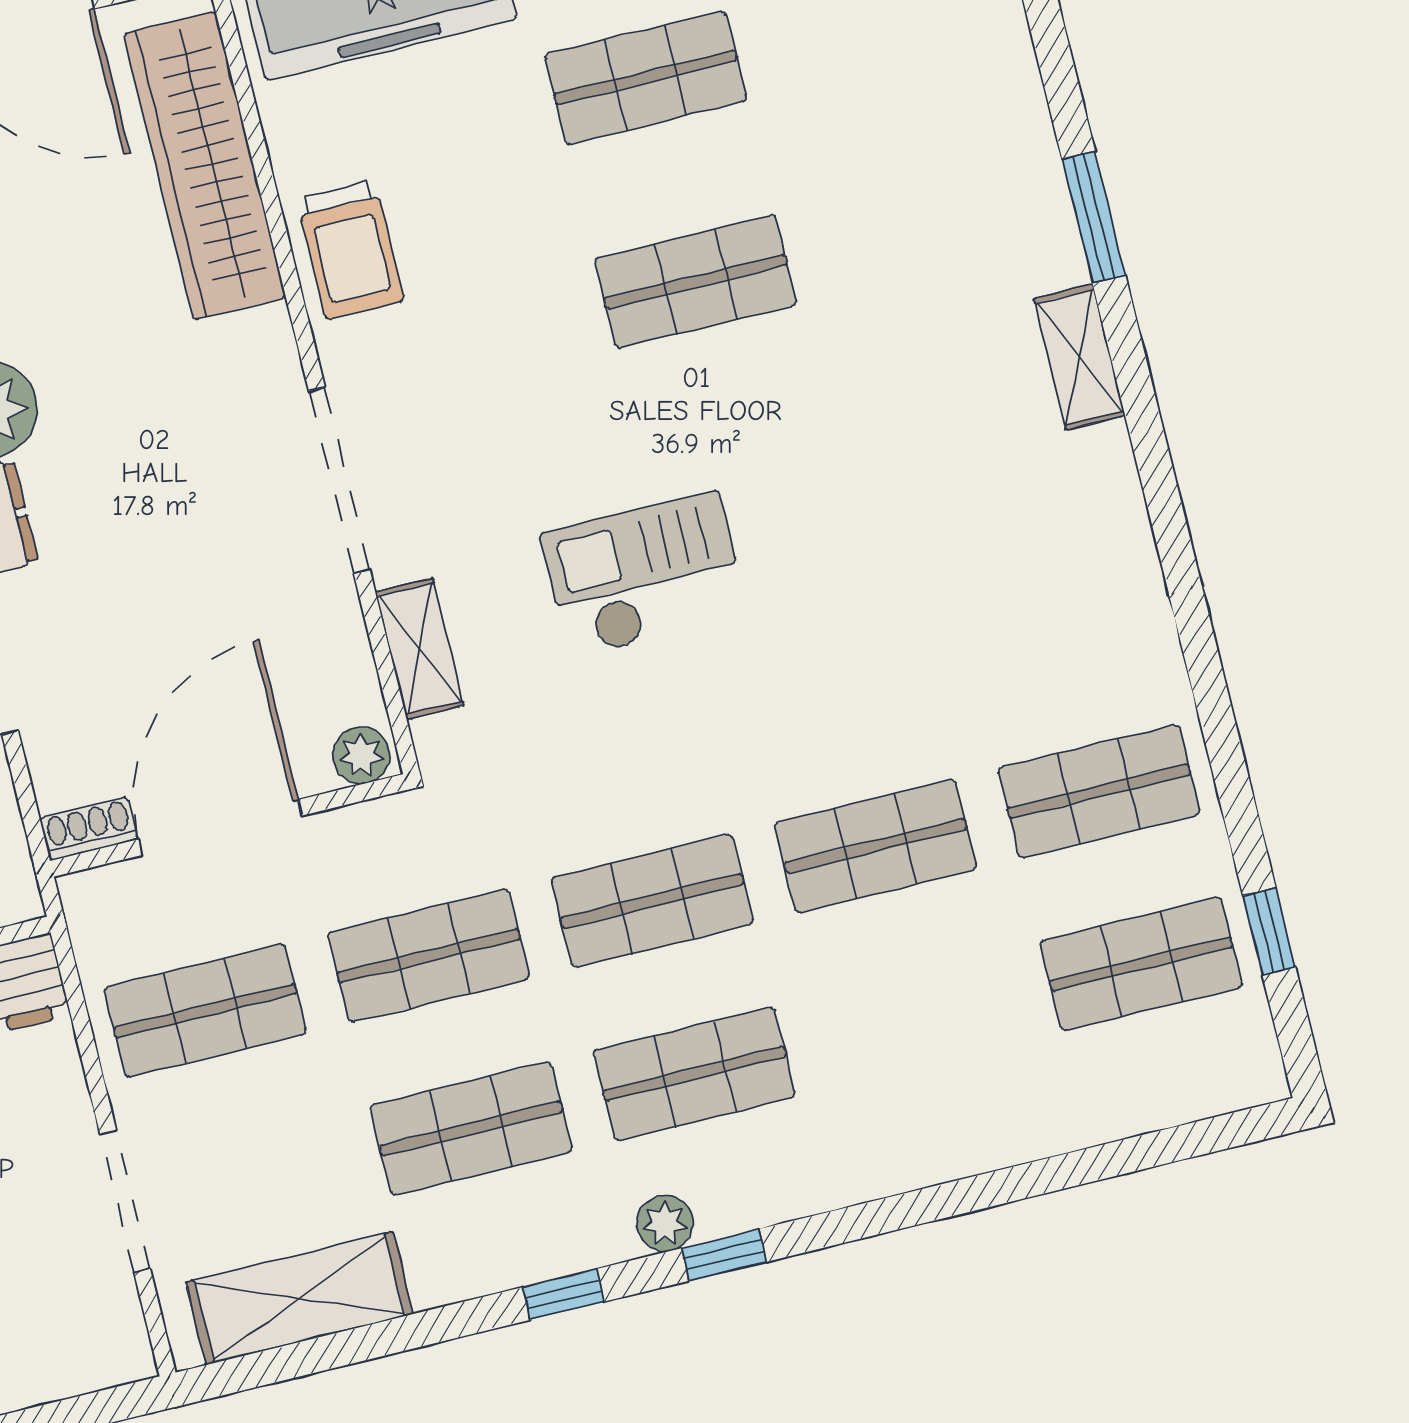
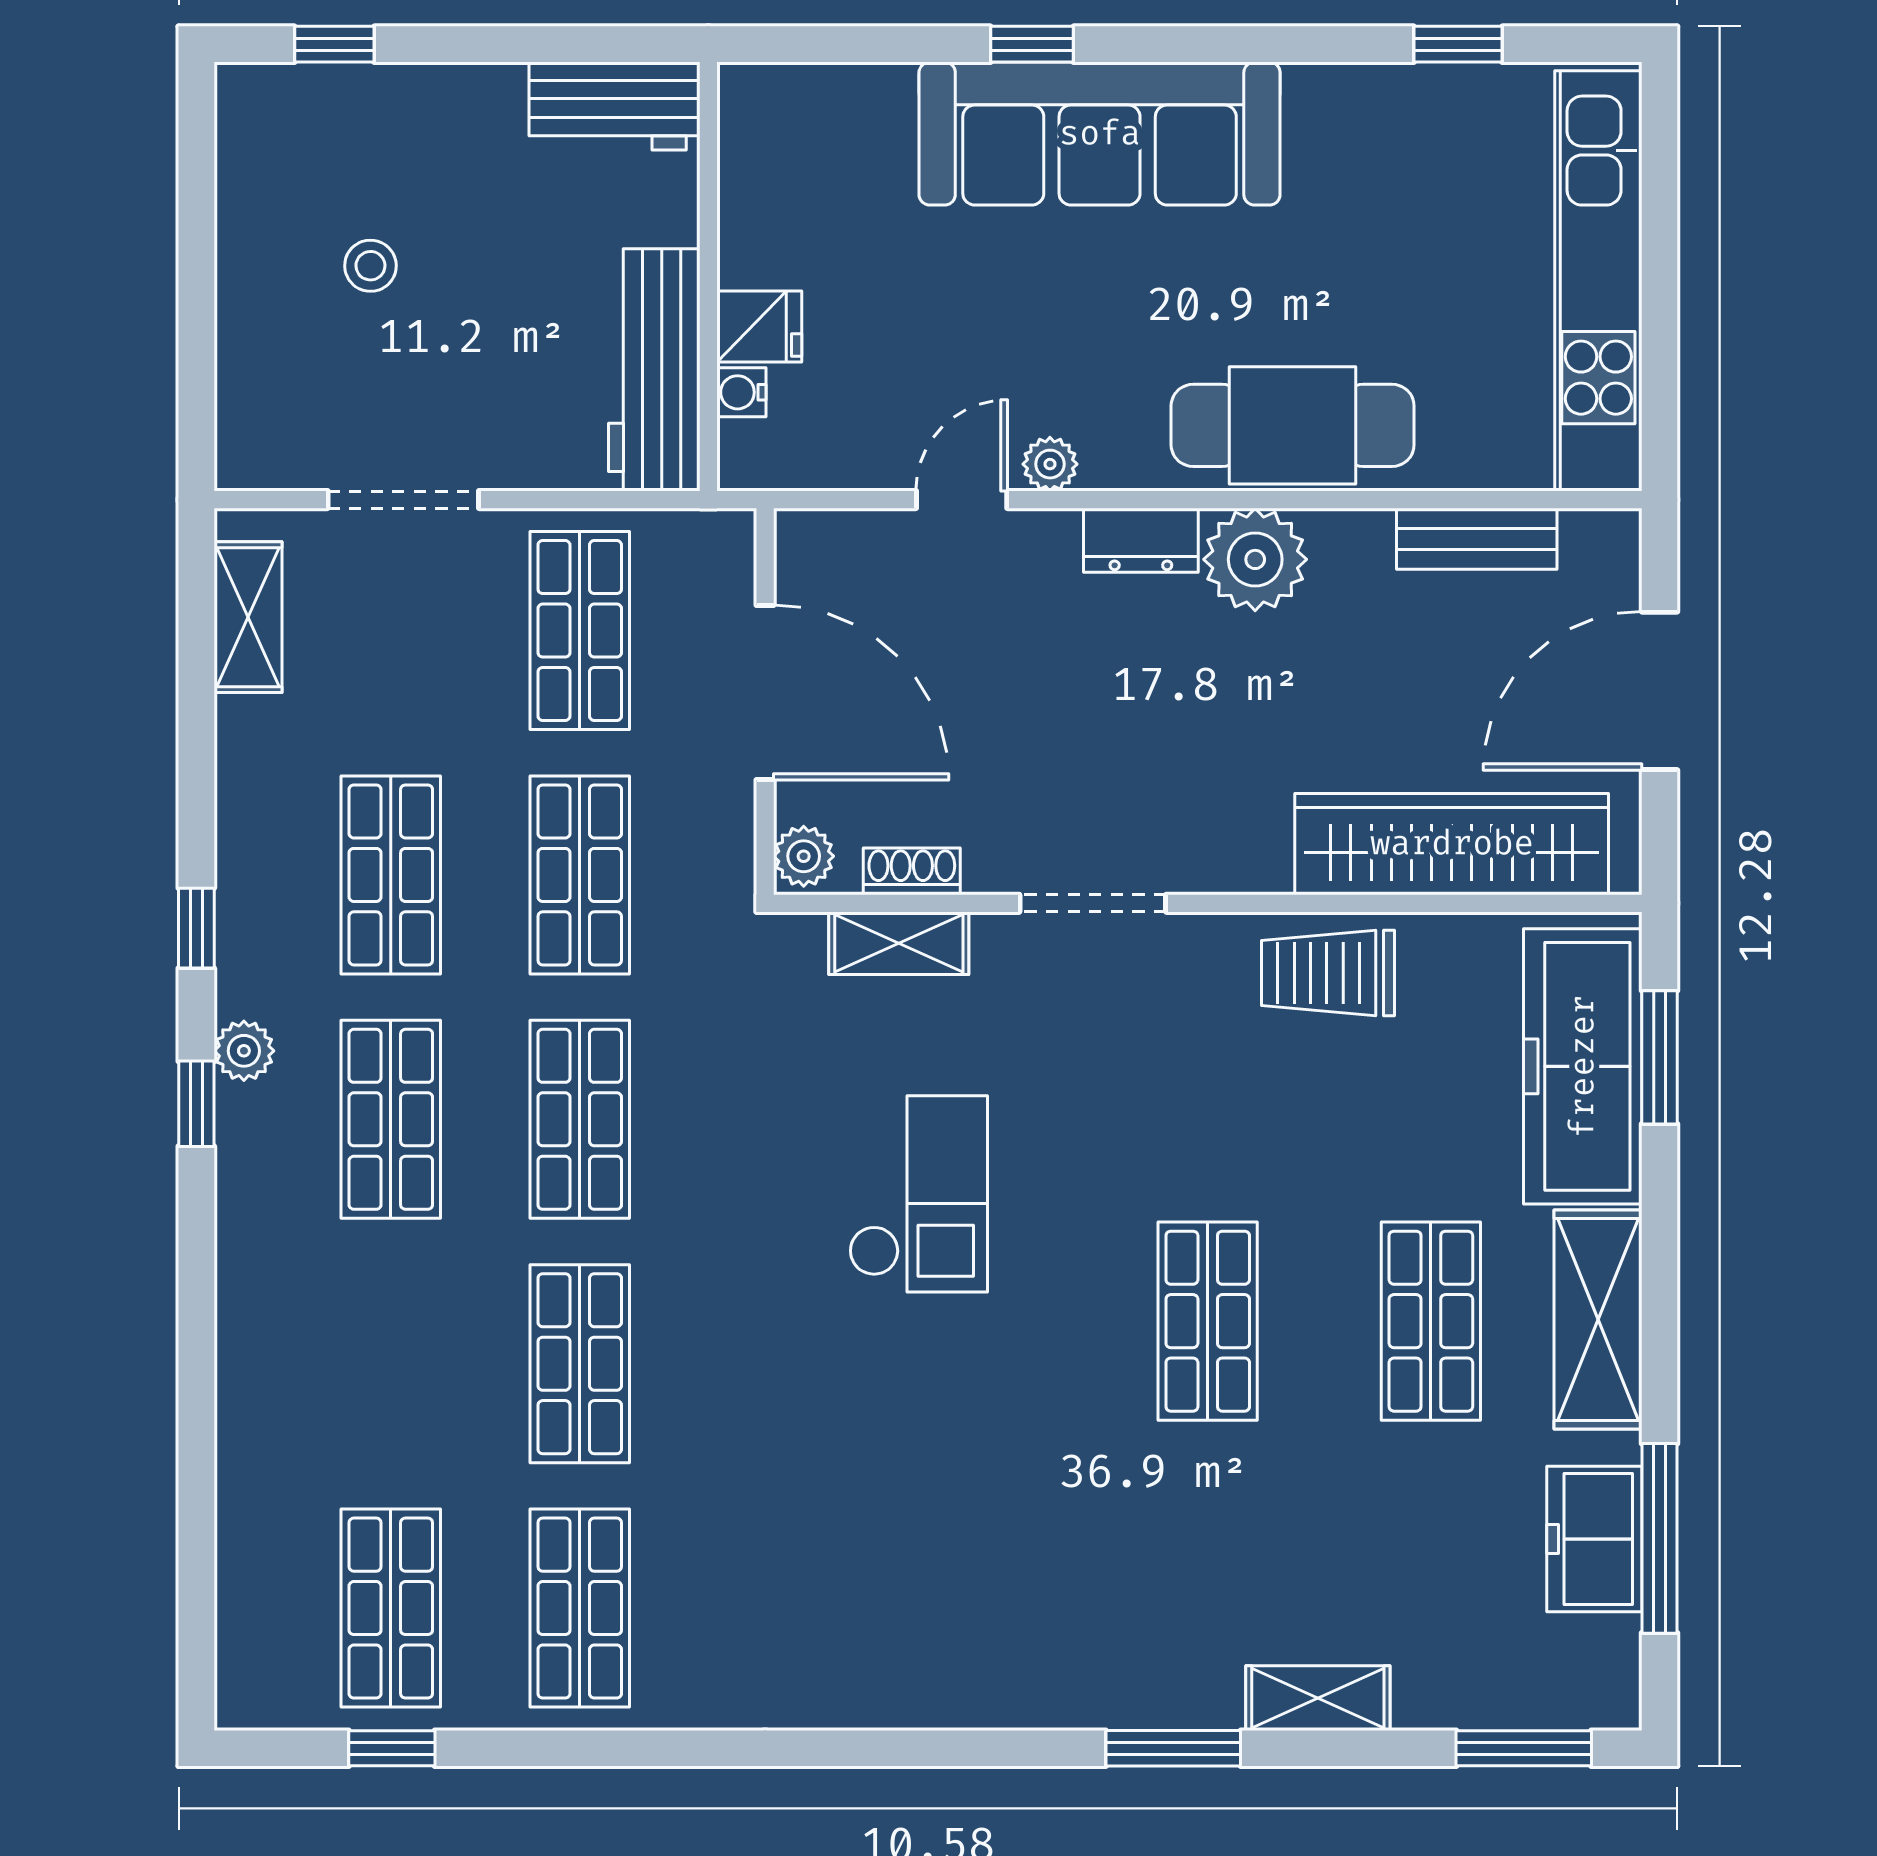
shelving: (1080, 357) -> (1318, 1698), moved
doorway: (339, 480) -> (1093, 903), width x0.73
shoe rack: (89, 829) -> (912, 871), moved, turned -90
shelving: (299, 1298) -> (248, 617), width x0.67, depth x0.75

